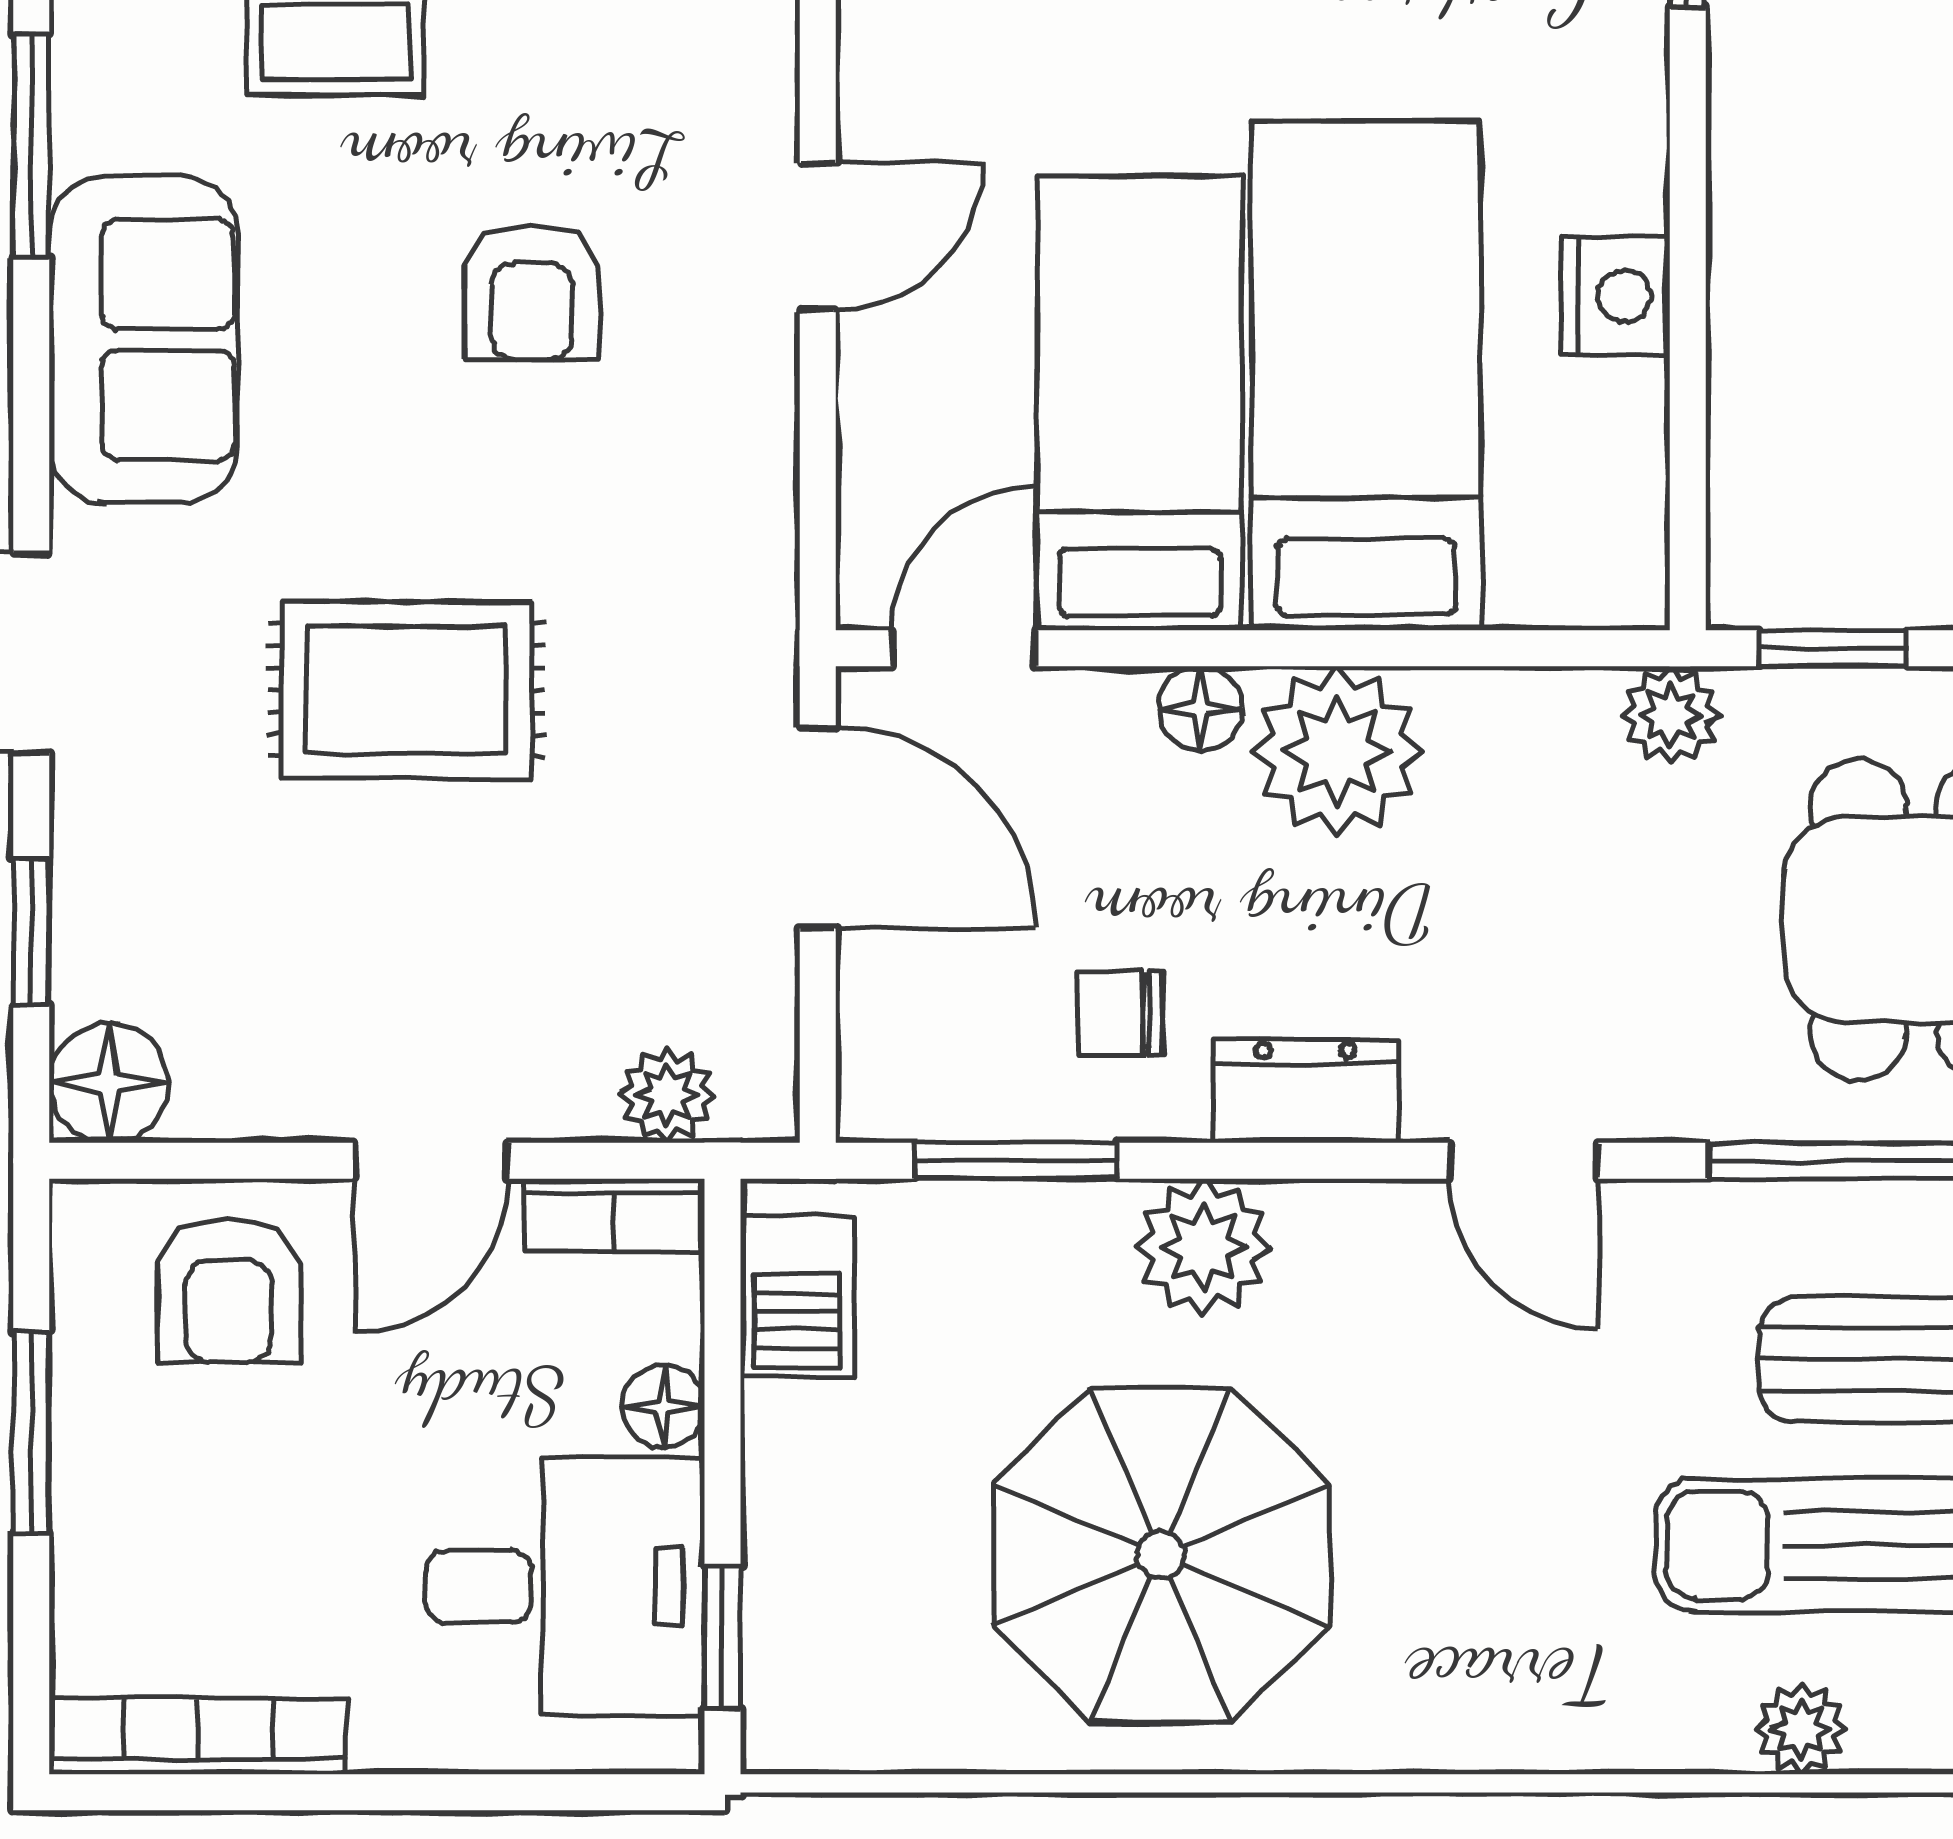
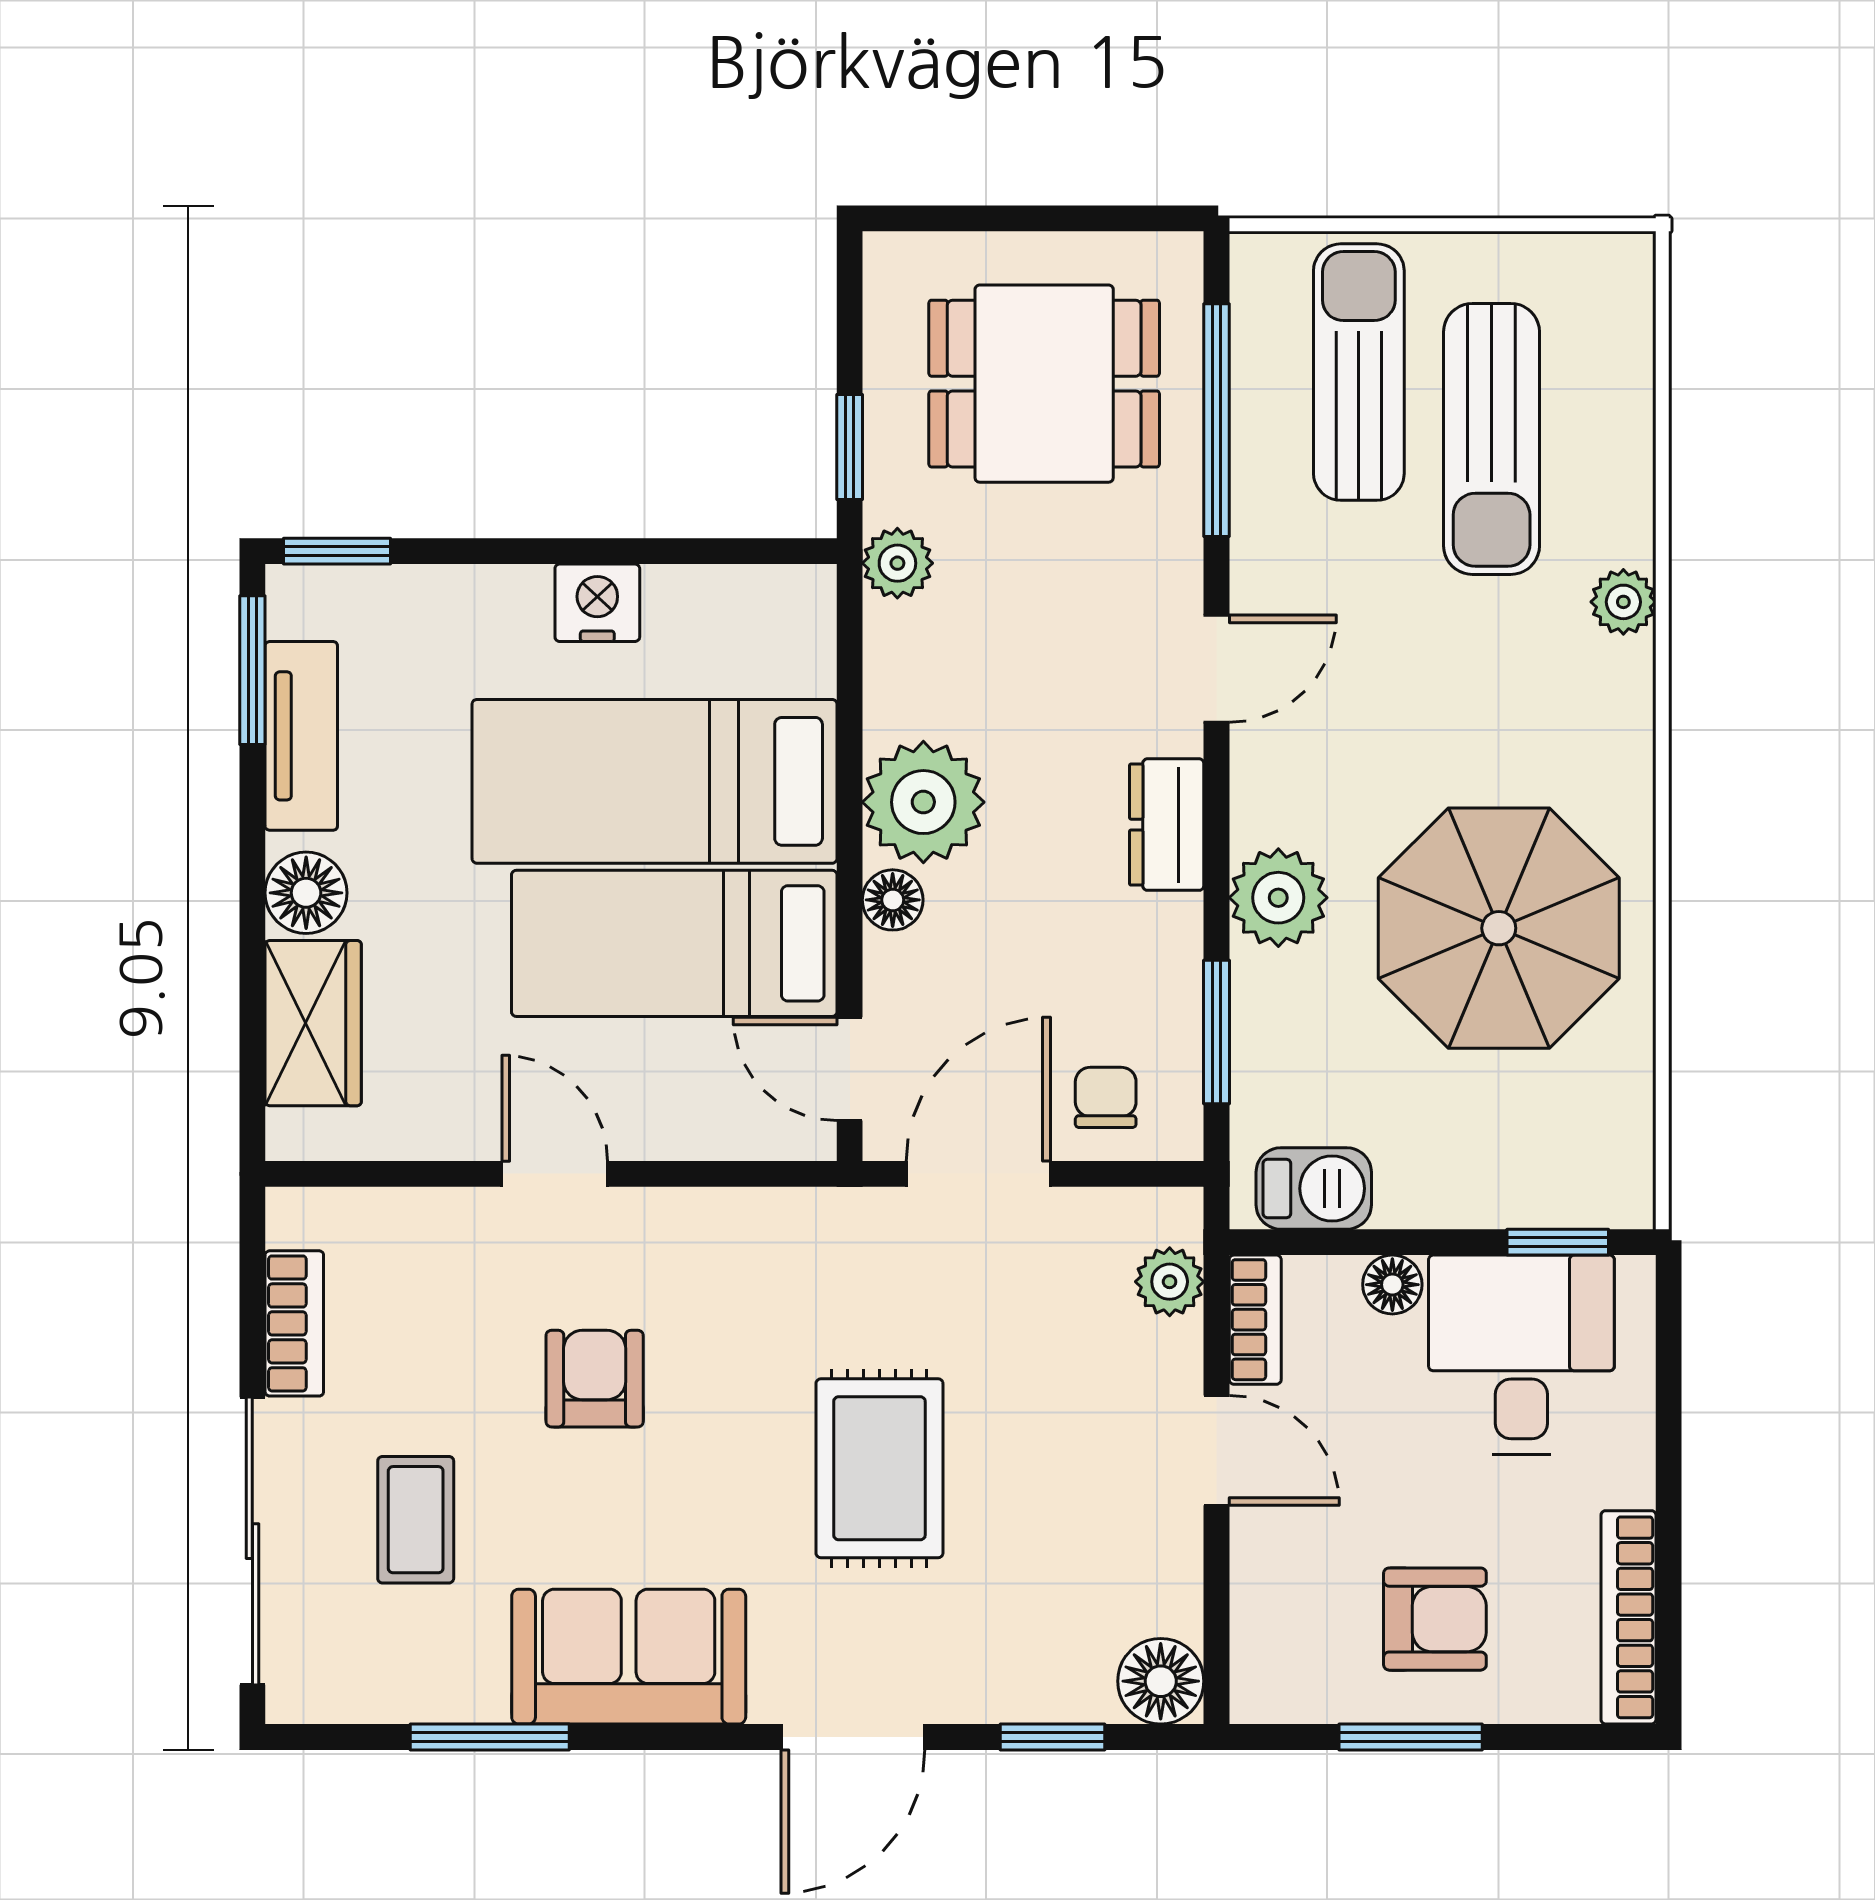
armchair: (532, 292) -> (595, 1379), turned -90
chair: (1121, 1013) -> (1106, 1097), moved, turned 180
armchair: (228, 1291) -> (1435, 1619), moved
plant: (1801, 1729) -> (1623, 602), moved

